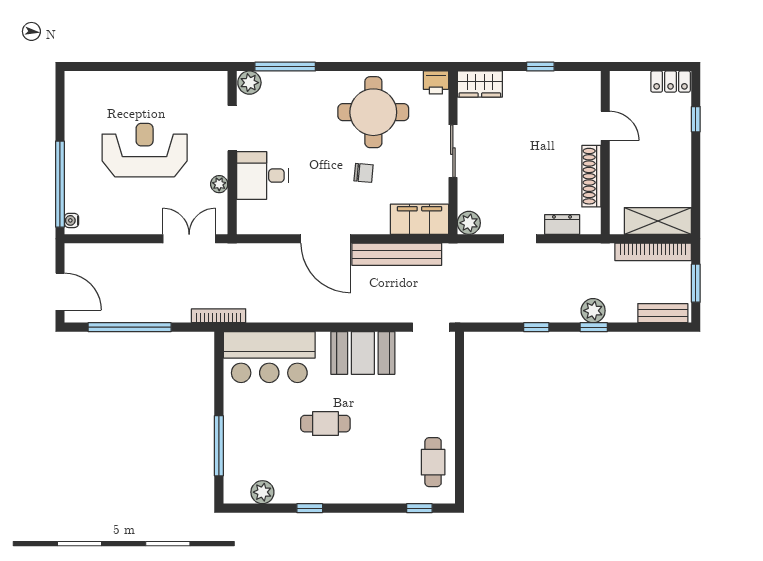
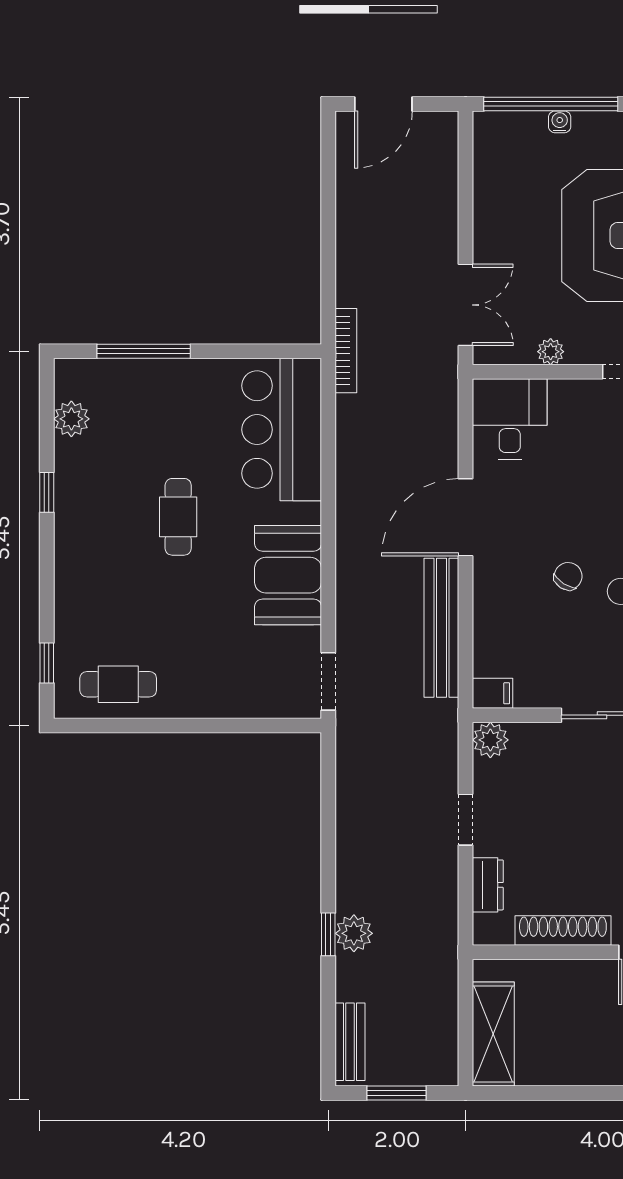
chair: (364, 173) -> (568, 576), turned -152
desk: (262, 176) -> (510, 419), moved
filing cabinet: (419, 219) -> (493, 693), width x0.33, depth x0.86
water cooler: (71, 220) -> (560, 122), moved
bookcase: (653, 252) -> (445, 1027), removed
window: (130, 327) -> (328, 212), removed
window: (536, 327) -> (328, 845), removed

